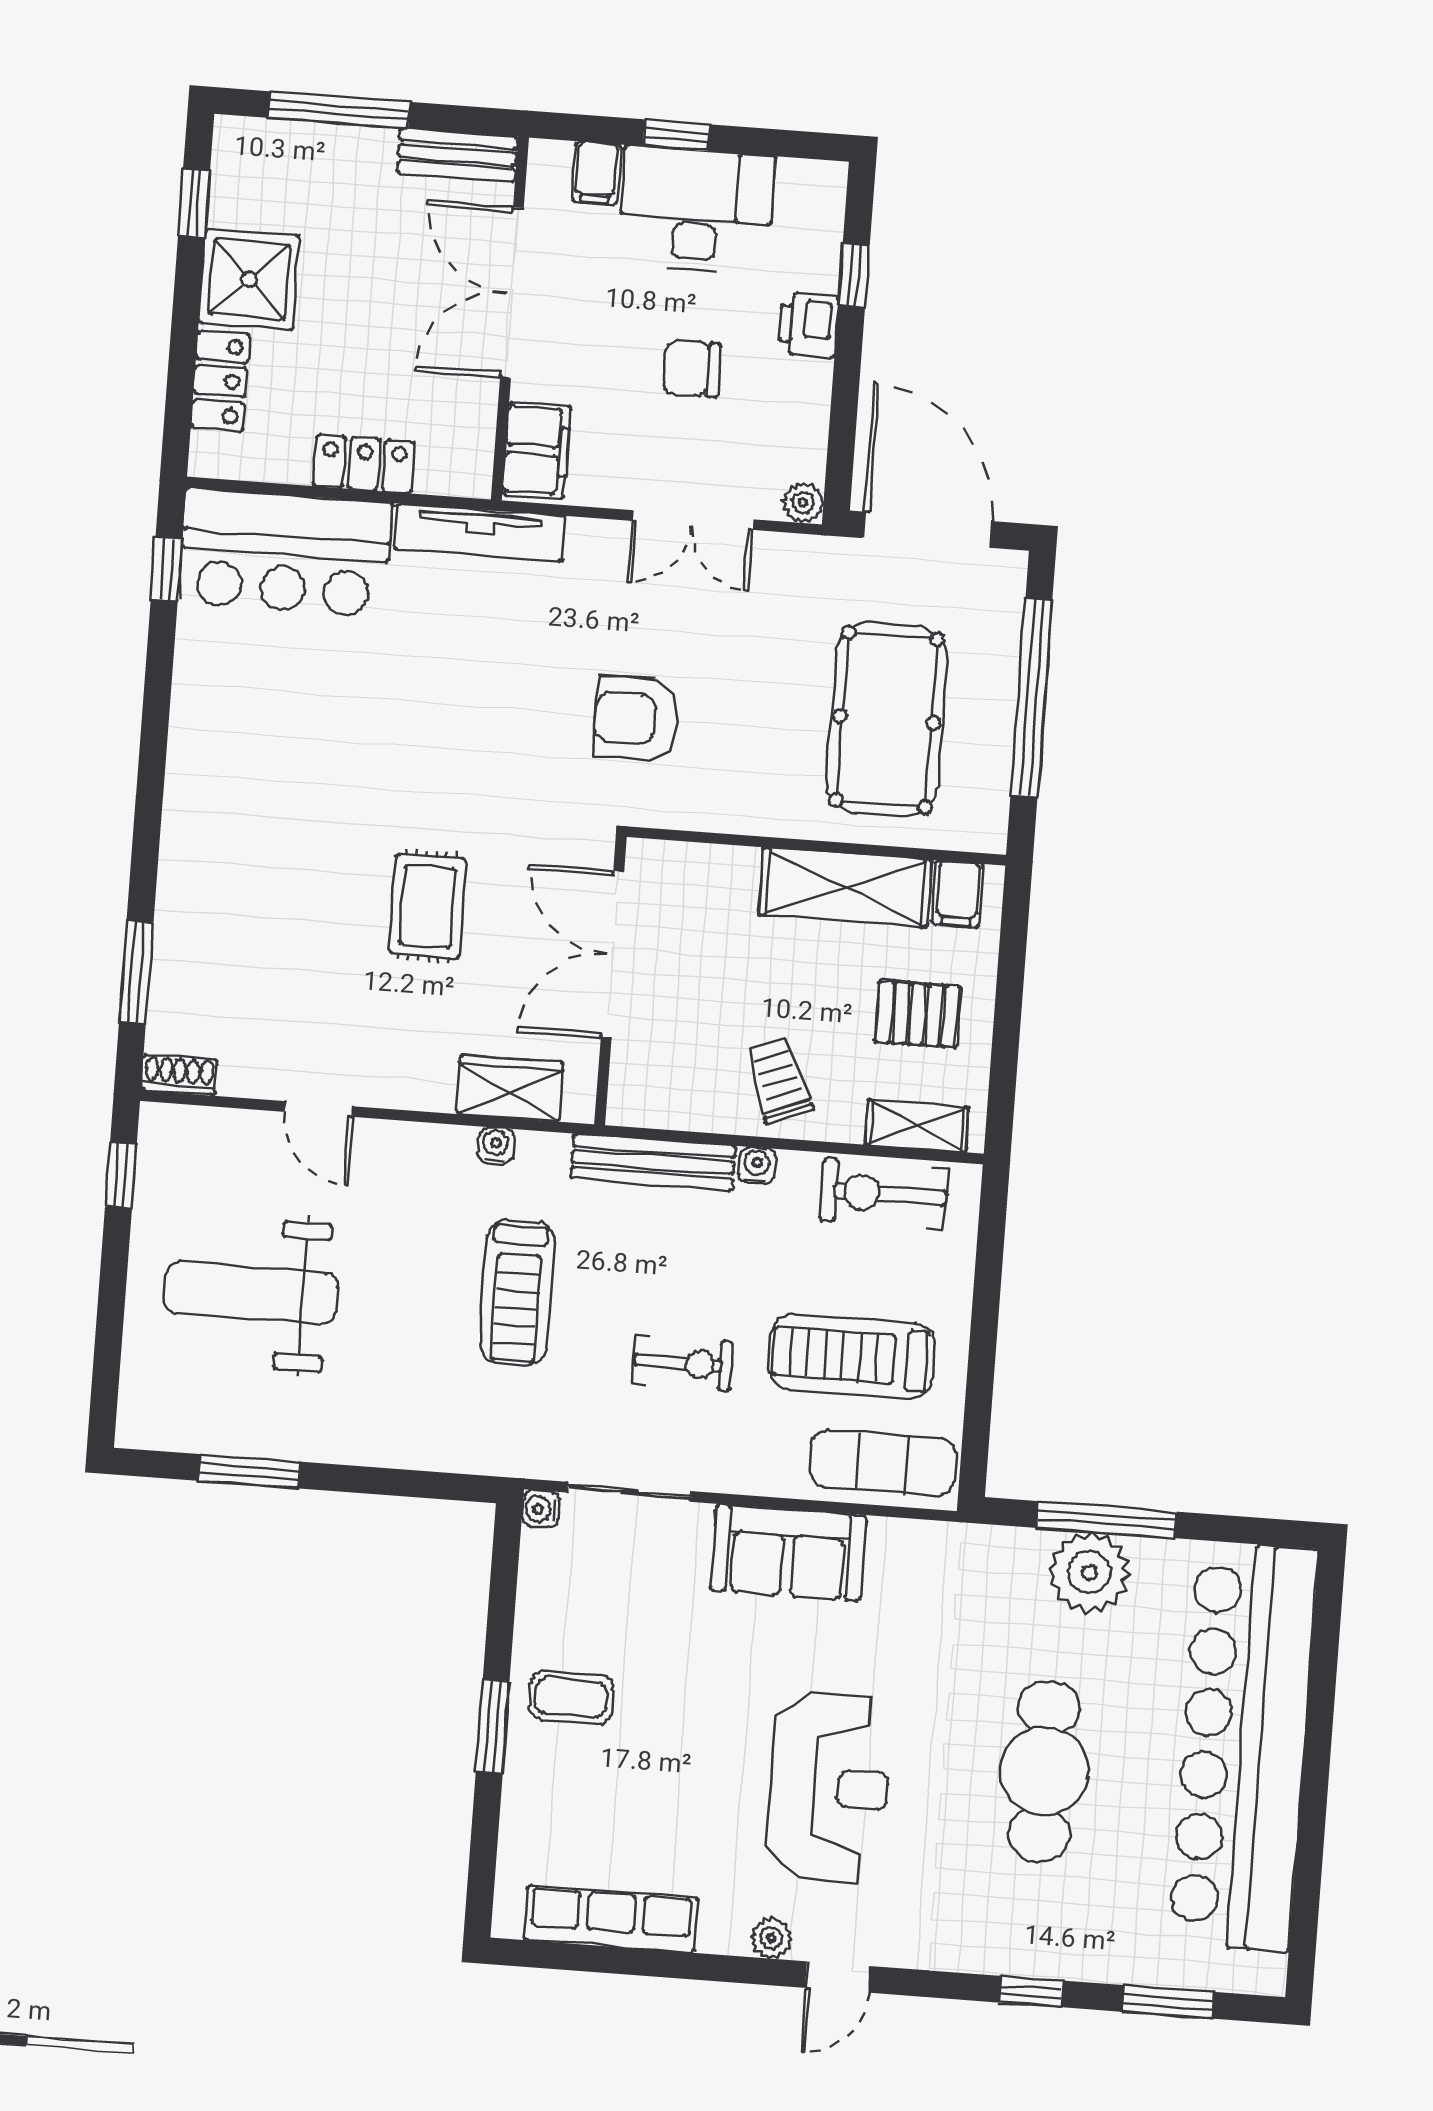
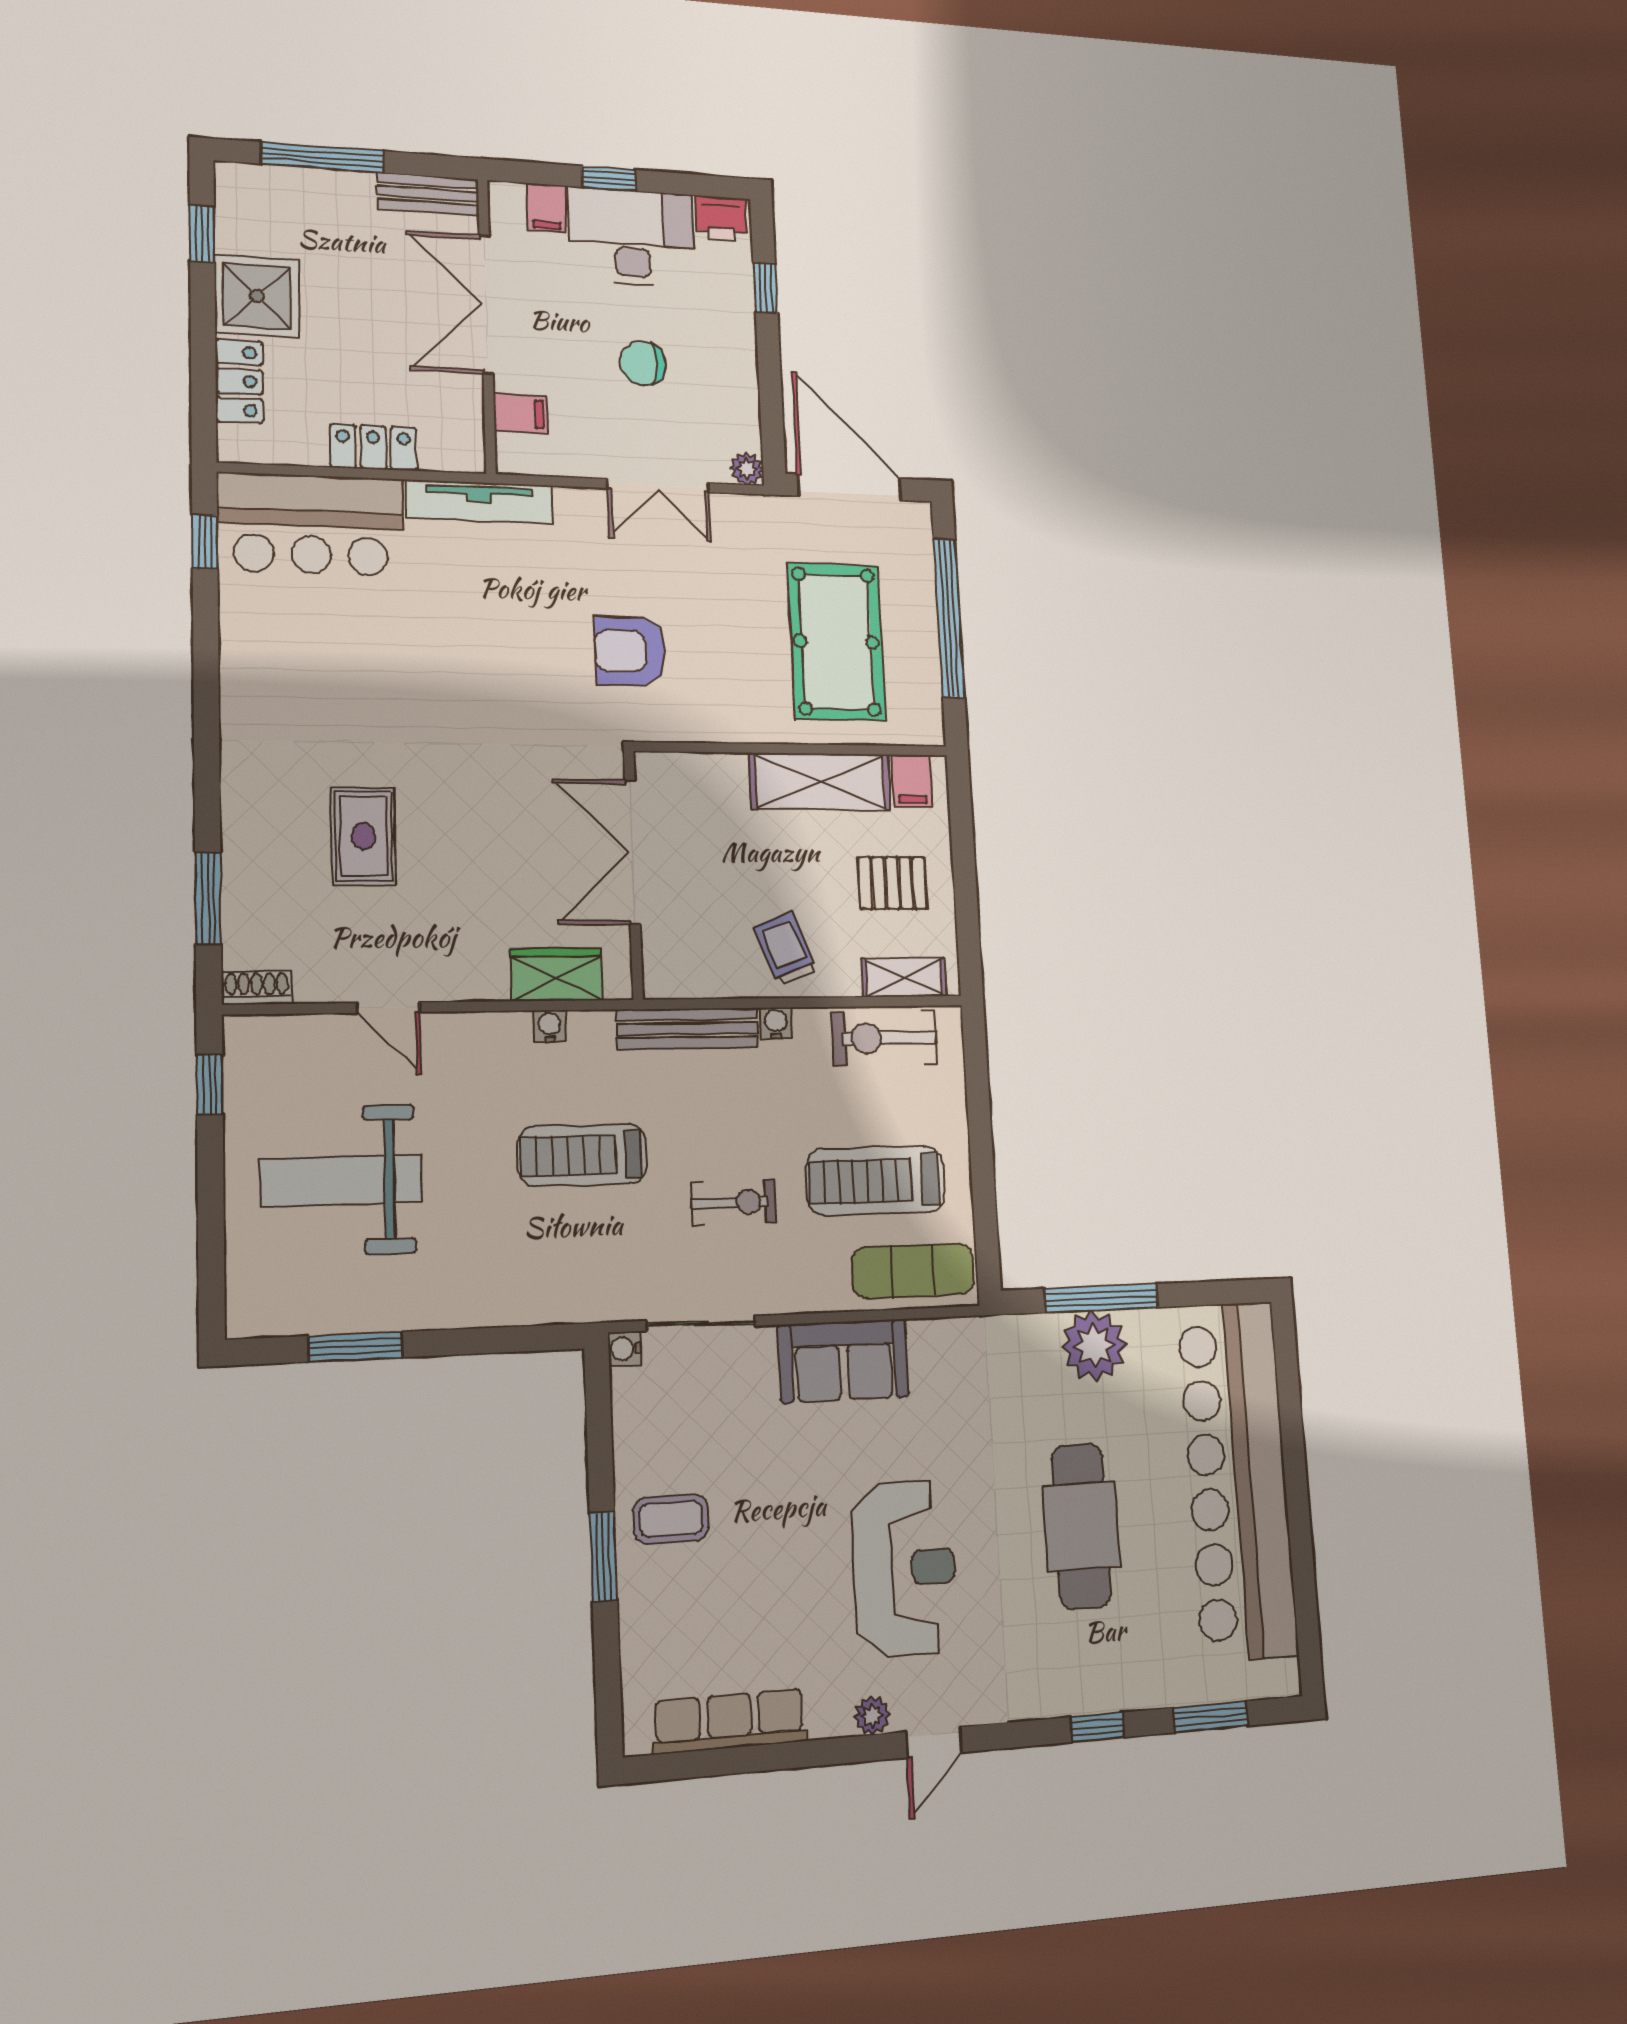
printer: (809, 325) -> (721, 219), moved, turned -90
filing cabinet: (537, 450) -> (520, 413), width x0.50
rug: (428, 906) -> (364, 836), moved
treadmill: (517, 1293) -> (582, 1155), turned 90

